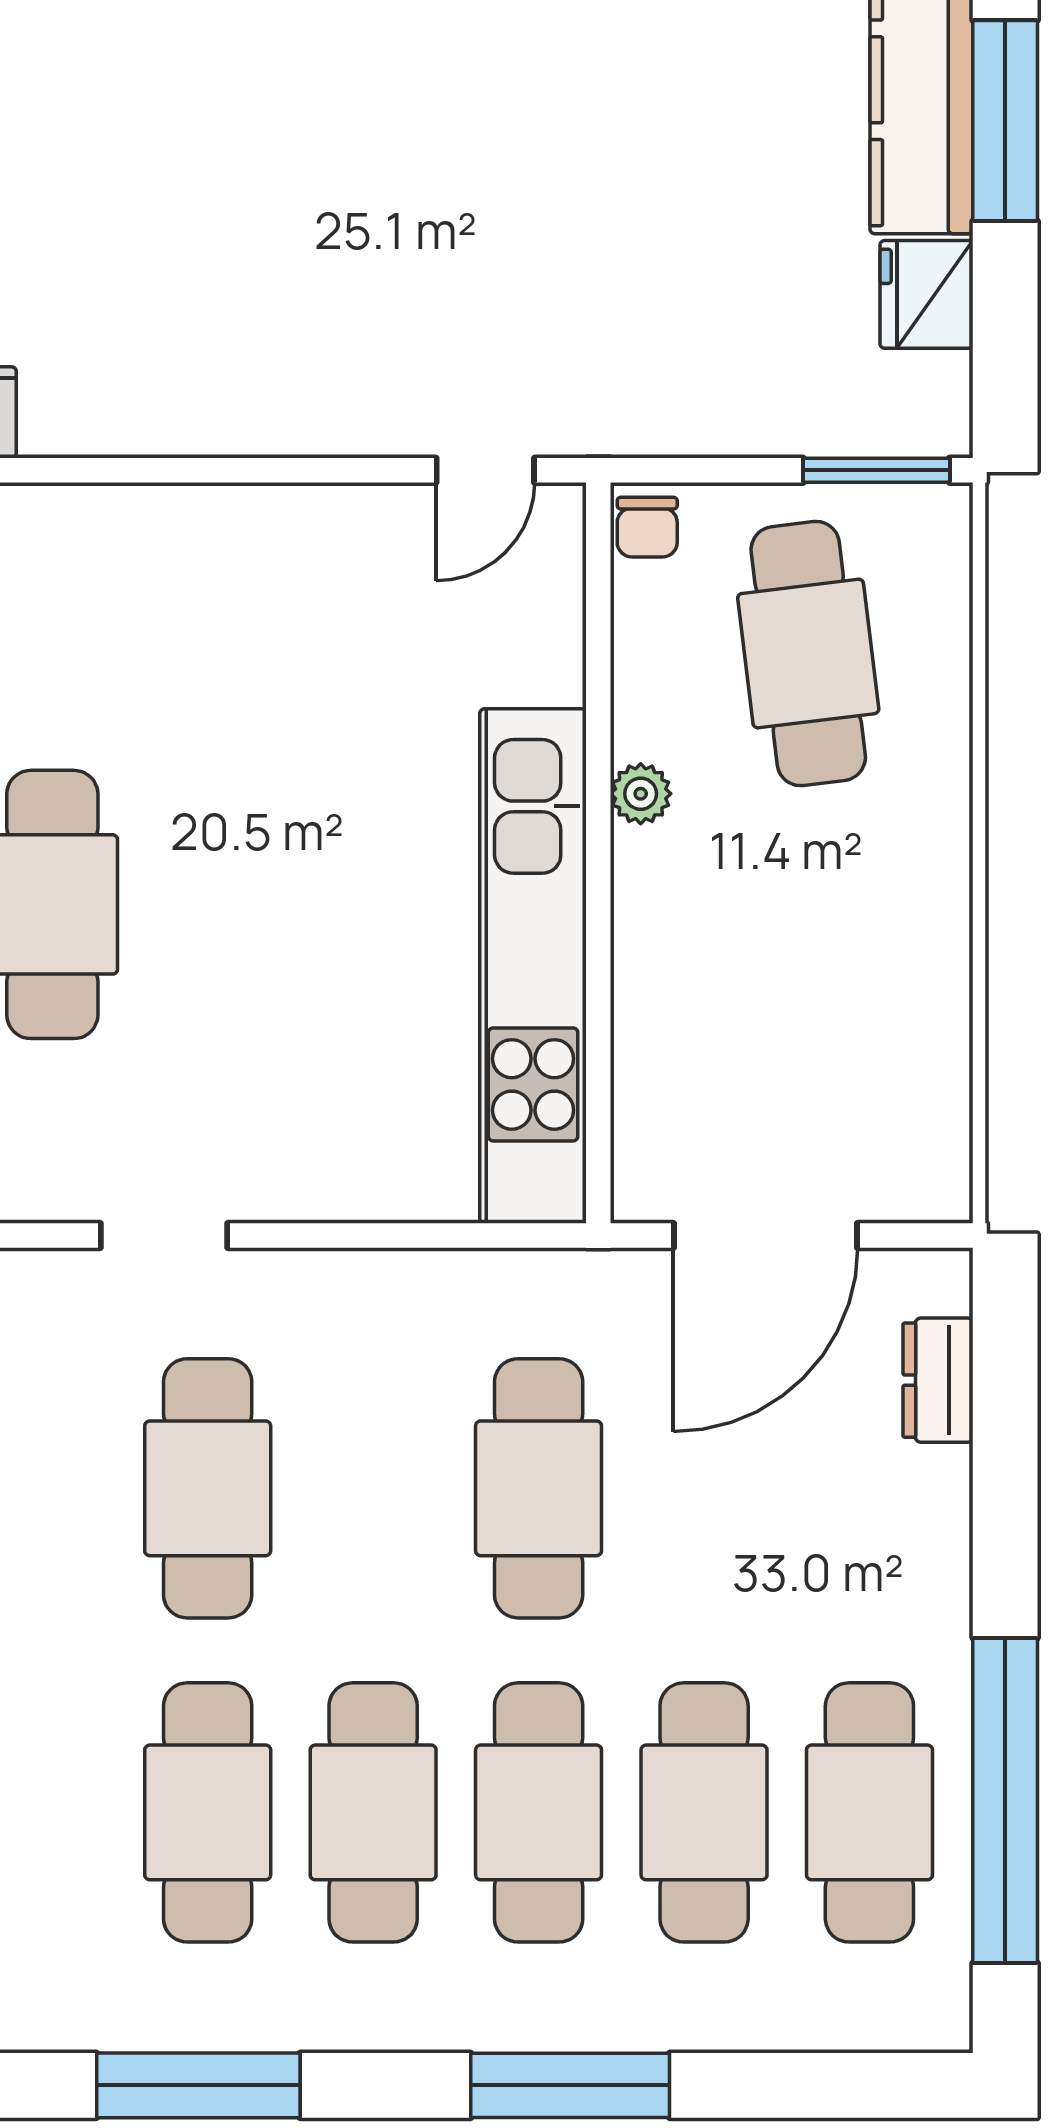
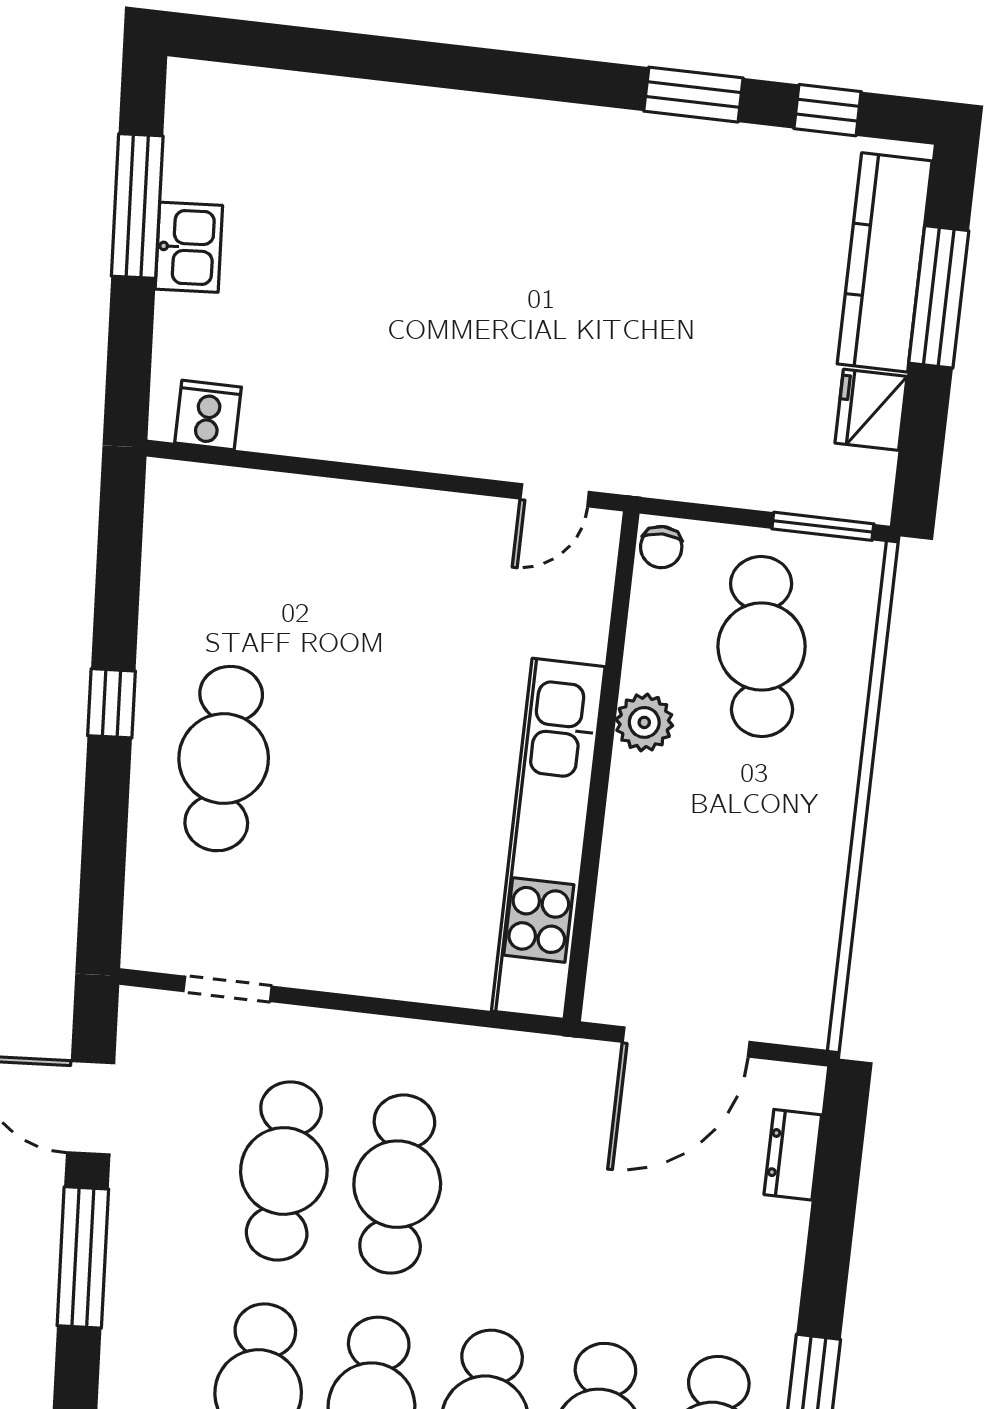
plant: (641, 794) -> (644, 722), width x1.38, depth x1.38
doorway: (164, 1236) -> (228, 989), moved
cafe table: (539, 1488) -> (397, 1184), moved

